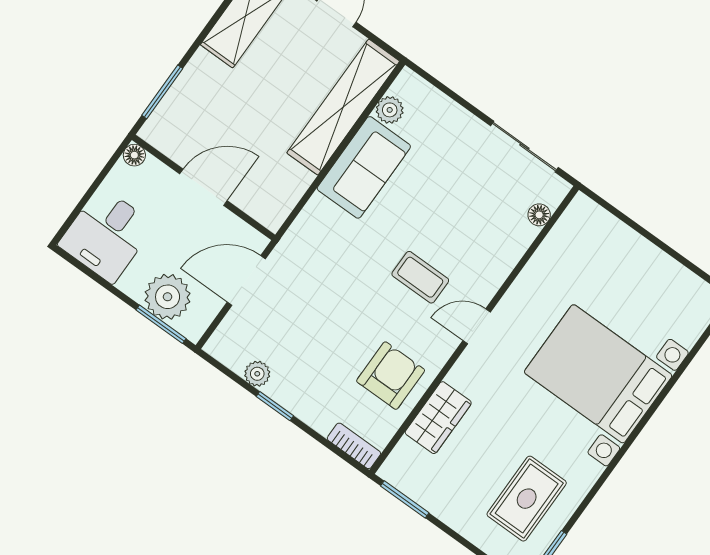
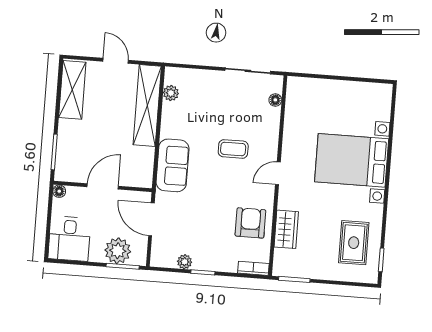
sofa: (364, 167) -> (173, 165), moved
coffee table: (420, 277) -> (233, 149), moved
door: (246, 281) -> (151, 219), hinge flipped

